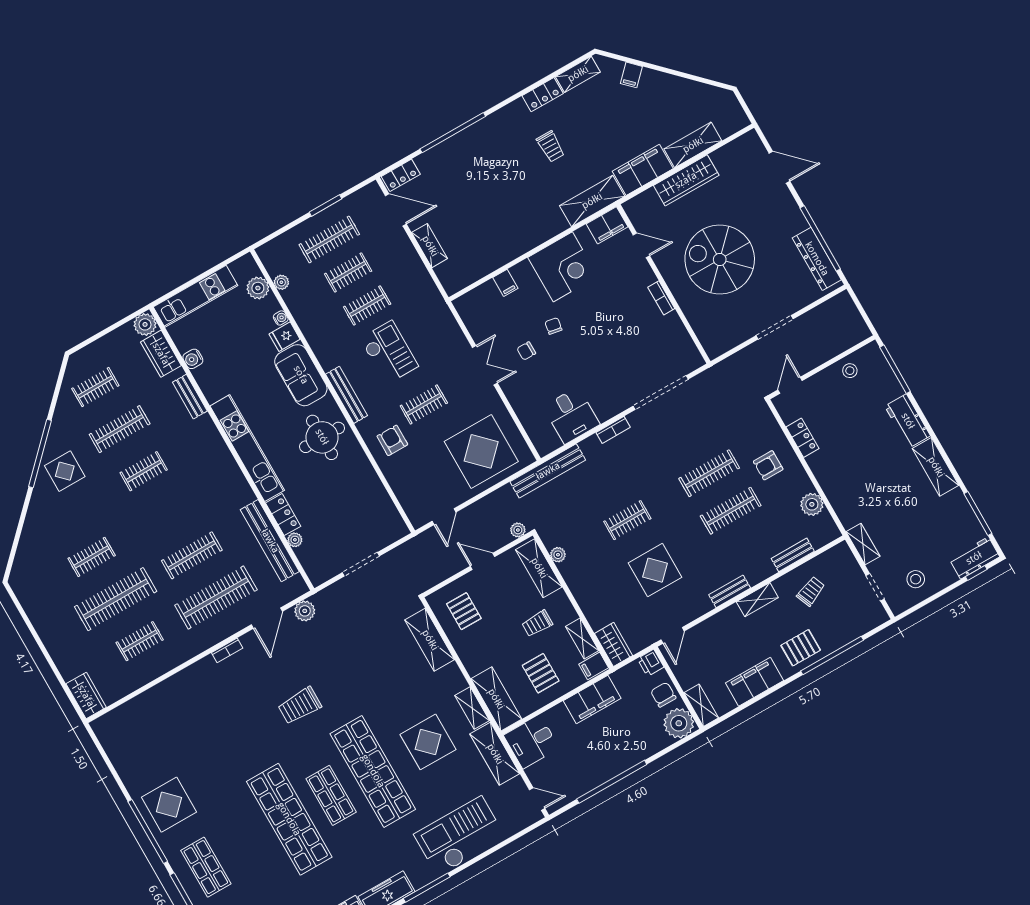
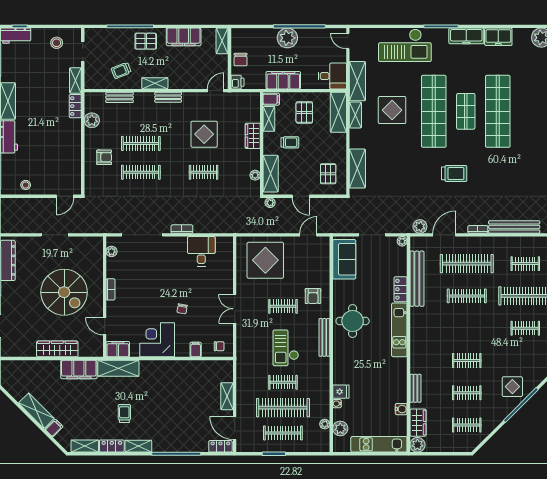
shelving: (508, 114) -> (138, 446), added
shelving: (693, 145) -> (36, 411), moved, turned 45
clothes rail: (348, 272) -> (283, 408), width x1.86, depth x1.31
plant: (688, 348) -> (112, 251), added
chair: (526, 351) -> (219, 346), moved
sofa: (301, 375) -> (344, 259), moved
clothes rail: (120, 429) -> (467, 393), width x0.73
locker: (802, 438) -> (75, 106), moved
kitchen unit: (247, 448) -> (399, 330), width x0.73
bench: (548, 471) -> (514, 227), moved
plant: (295, 540) -> (402, 241), moved
wardrobe: (613, 644) -> (253, 136), moved
plant: (679, 723) -> (287, 38), moved

